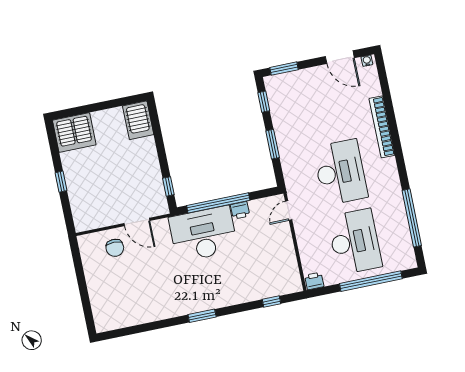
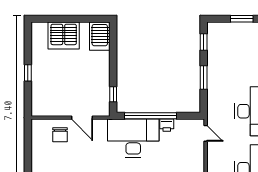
window: (284, 69) -> (242, 19), moved
server rack: (74, 133) -> (64, 36), moved
door: (289, 211) -> (206, 133), swing flipped

